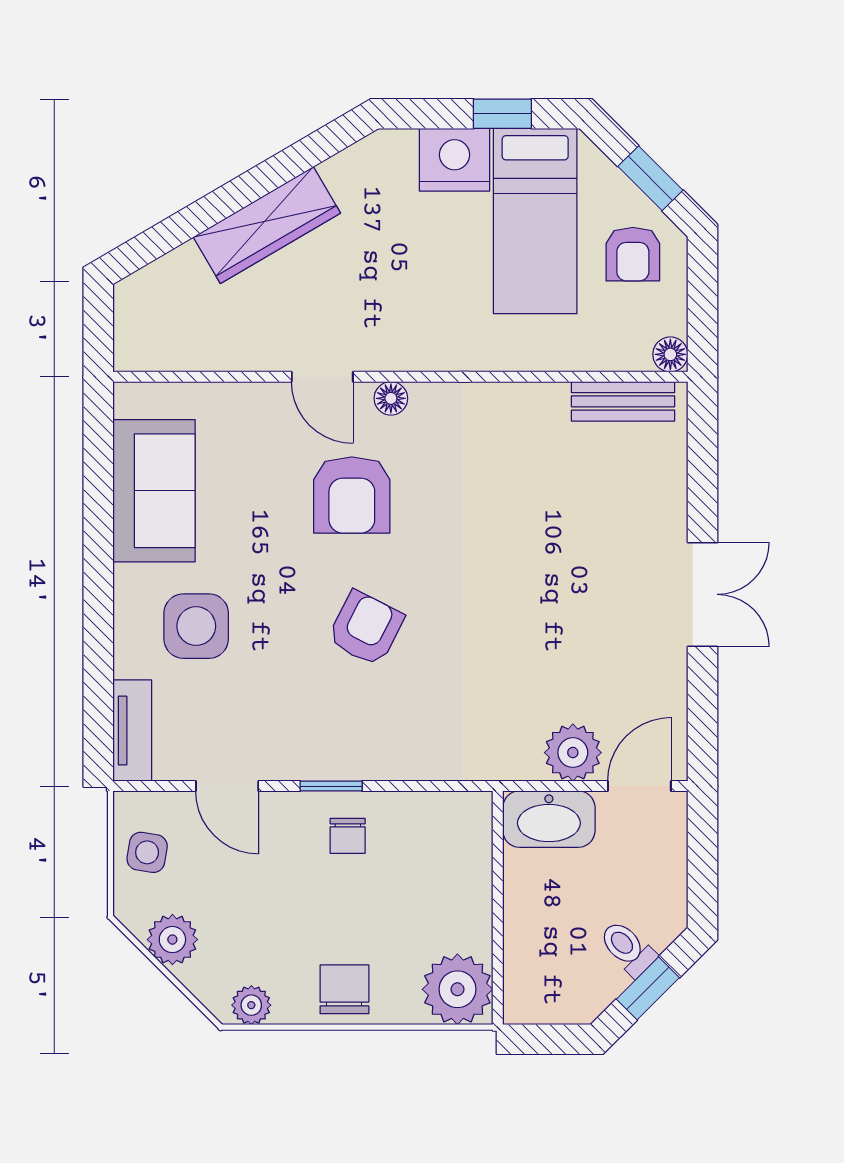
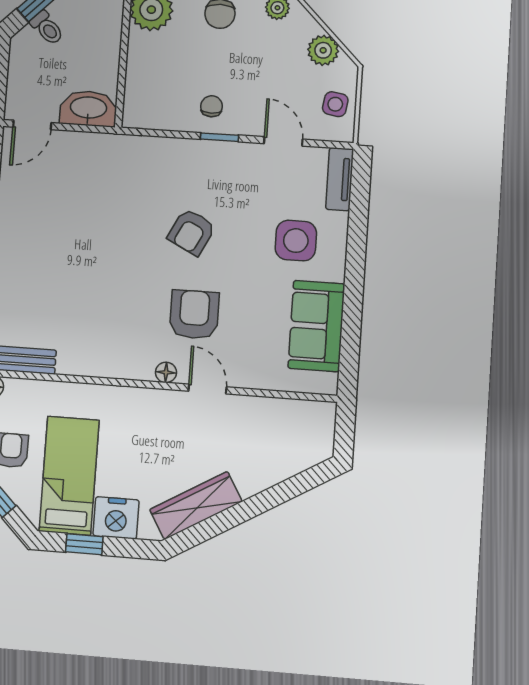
wardrobe: (267, 225) -> (196, 506), moved
plant: (573, 753) -> (71, 148), removed

